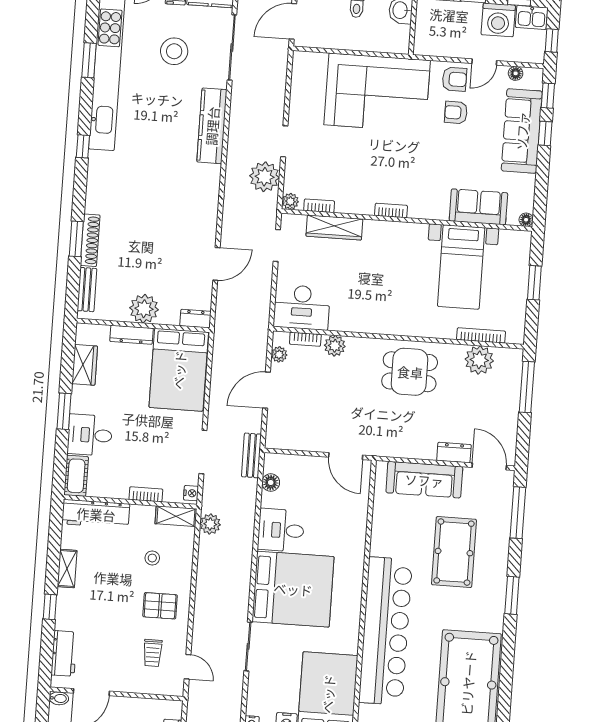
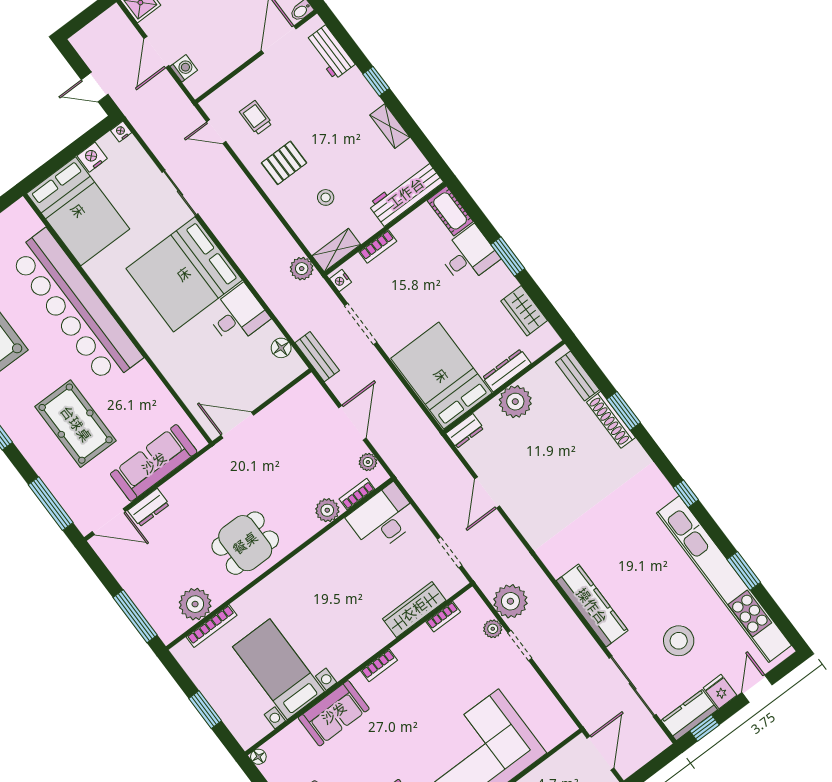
plant: (290, 201) -> (493, 629), moved
sofa: (478, 207) -> (334, 713), moved

